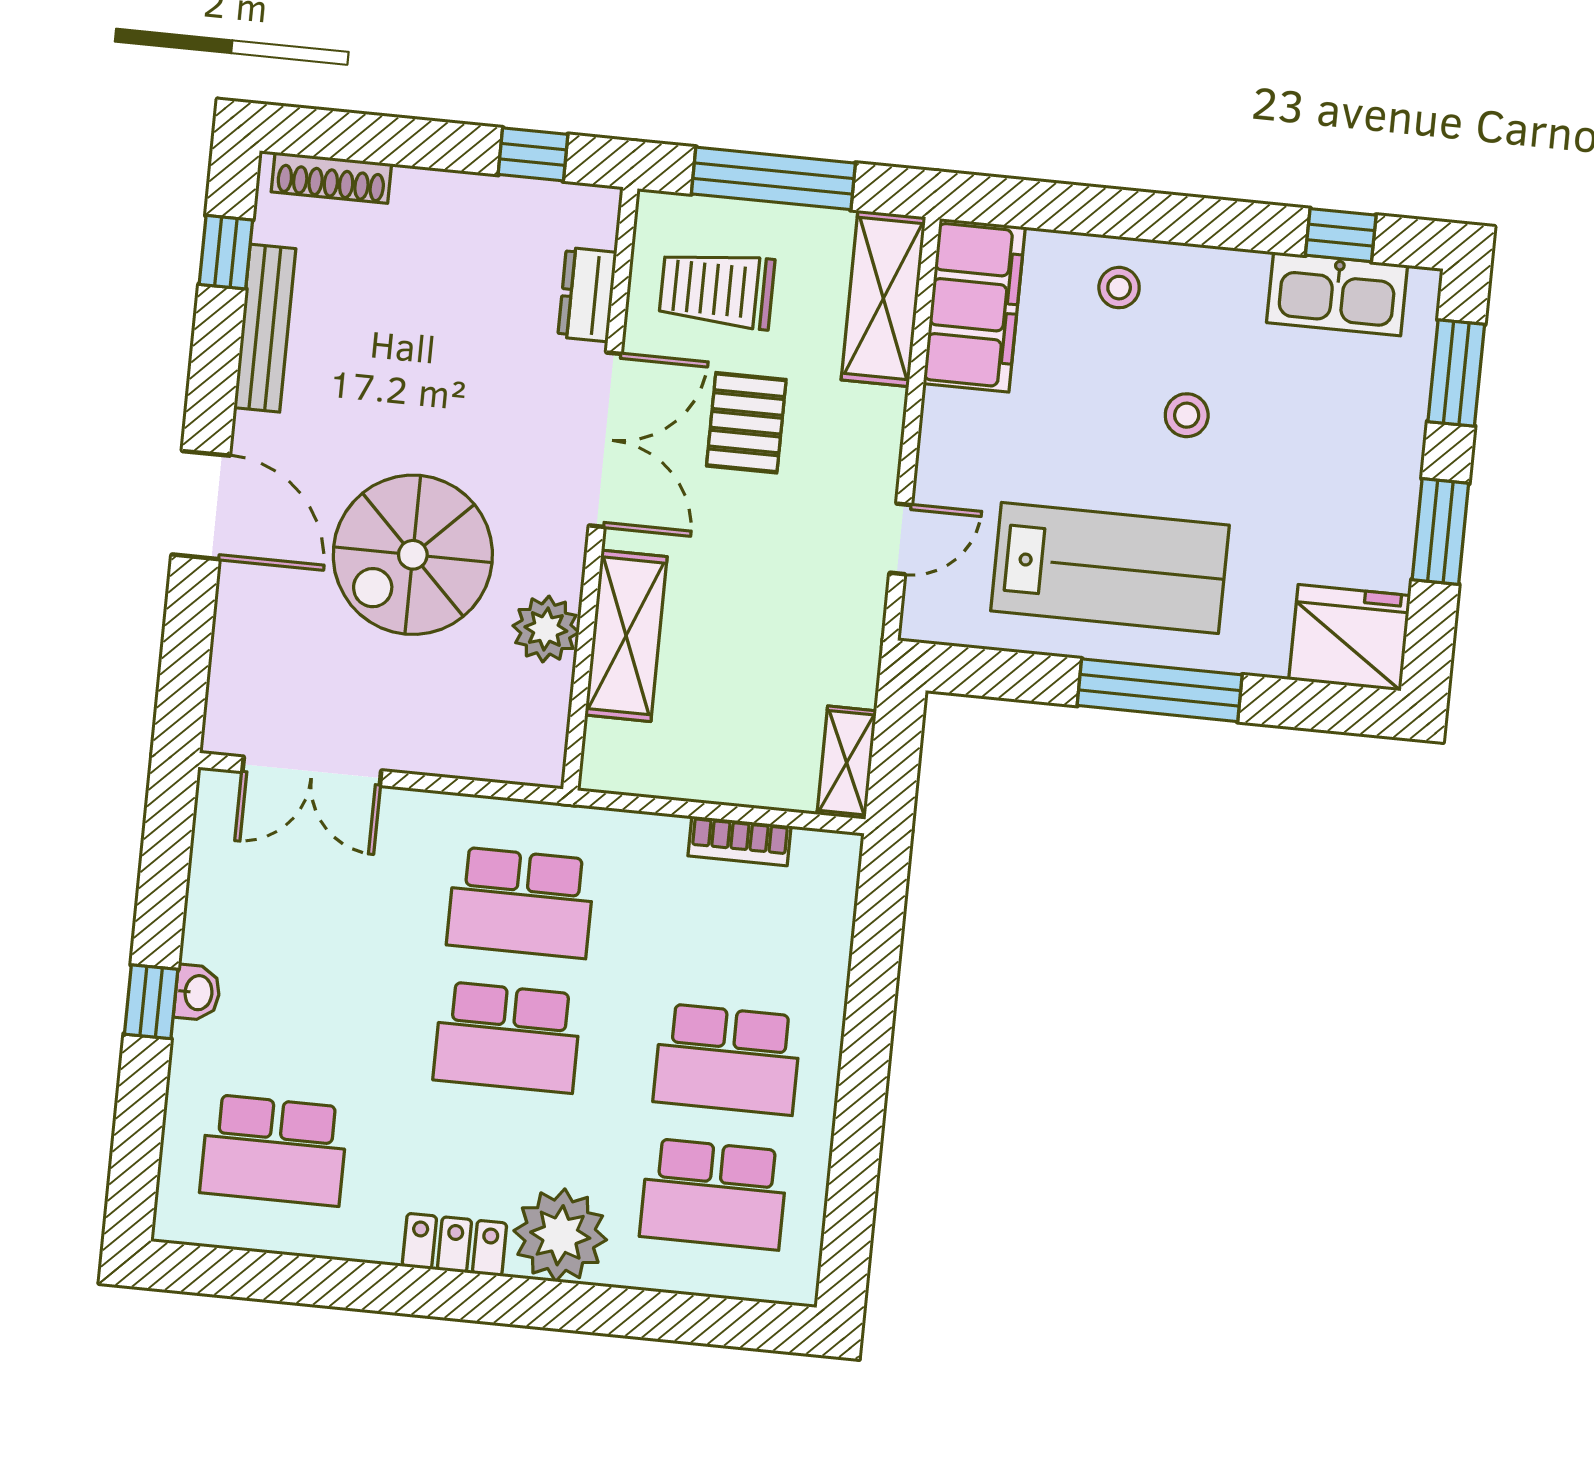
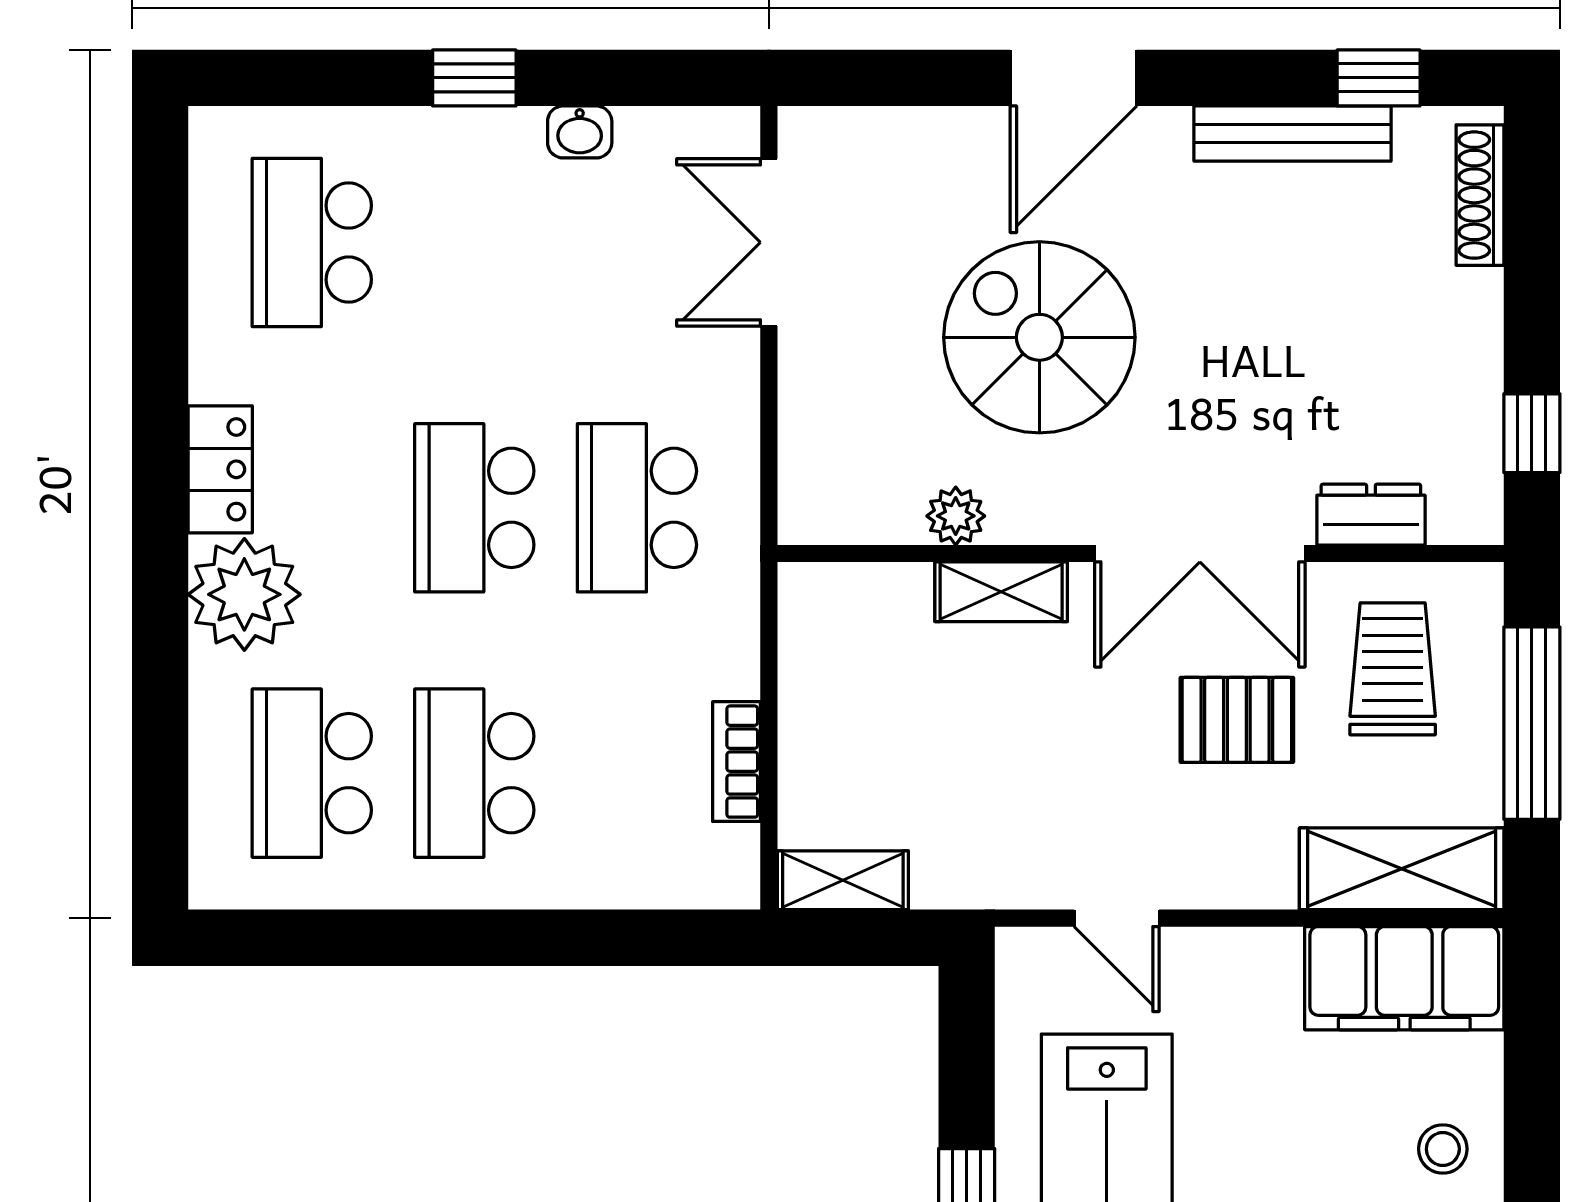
plant: (546, 629) -> (956, 516), width x0.73, depth x0.73
shelving: (626, 636) -> (1001, 592), width x0.67, depth x0.75
washbasin: (197, 993) -> (580, 132), moved

